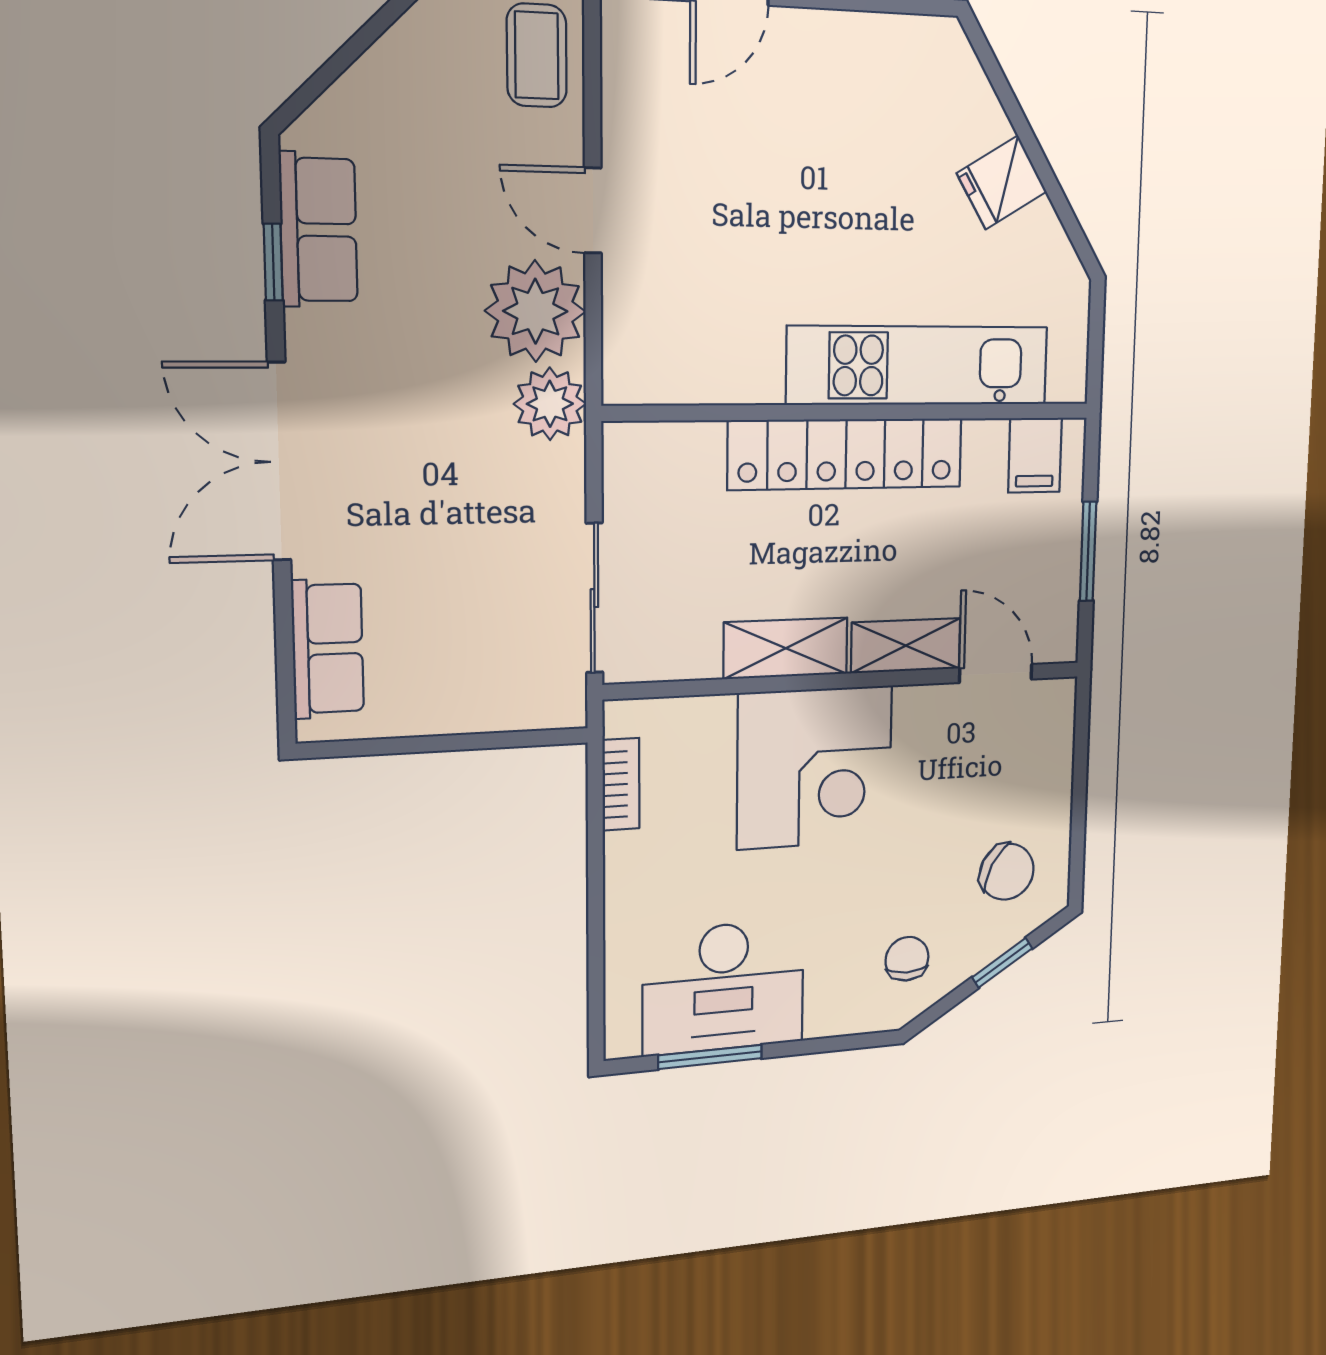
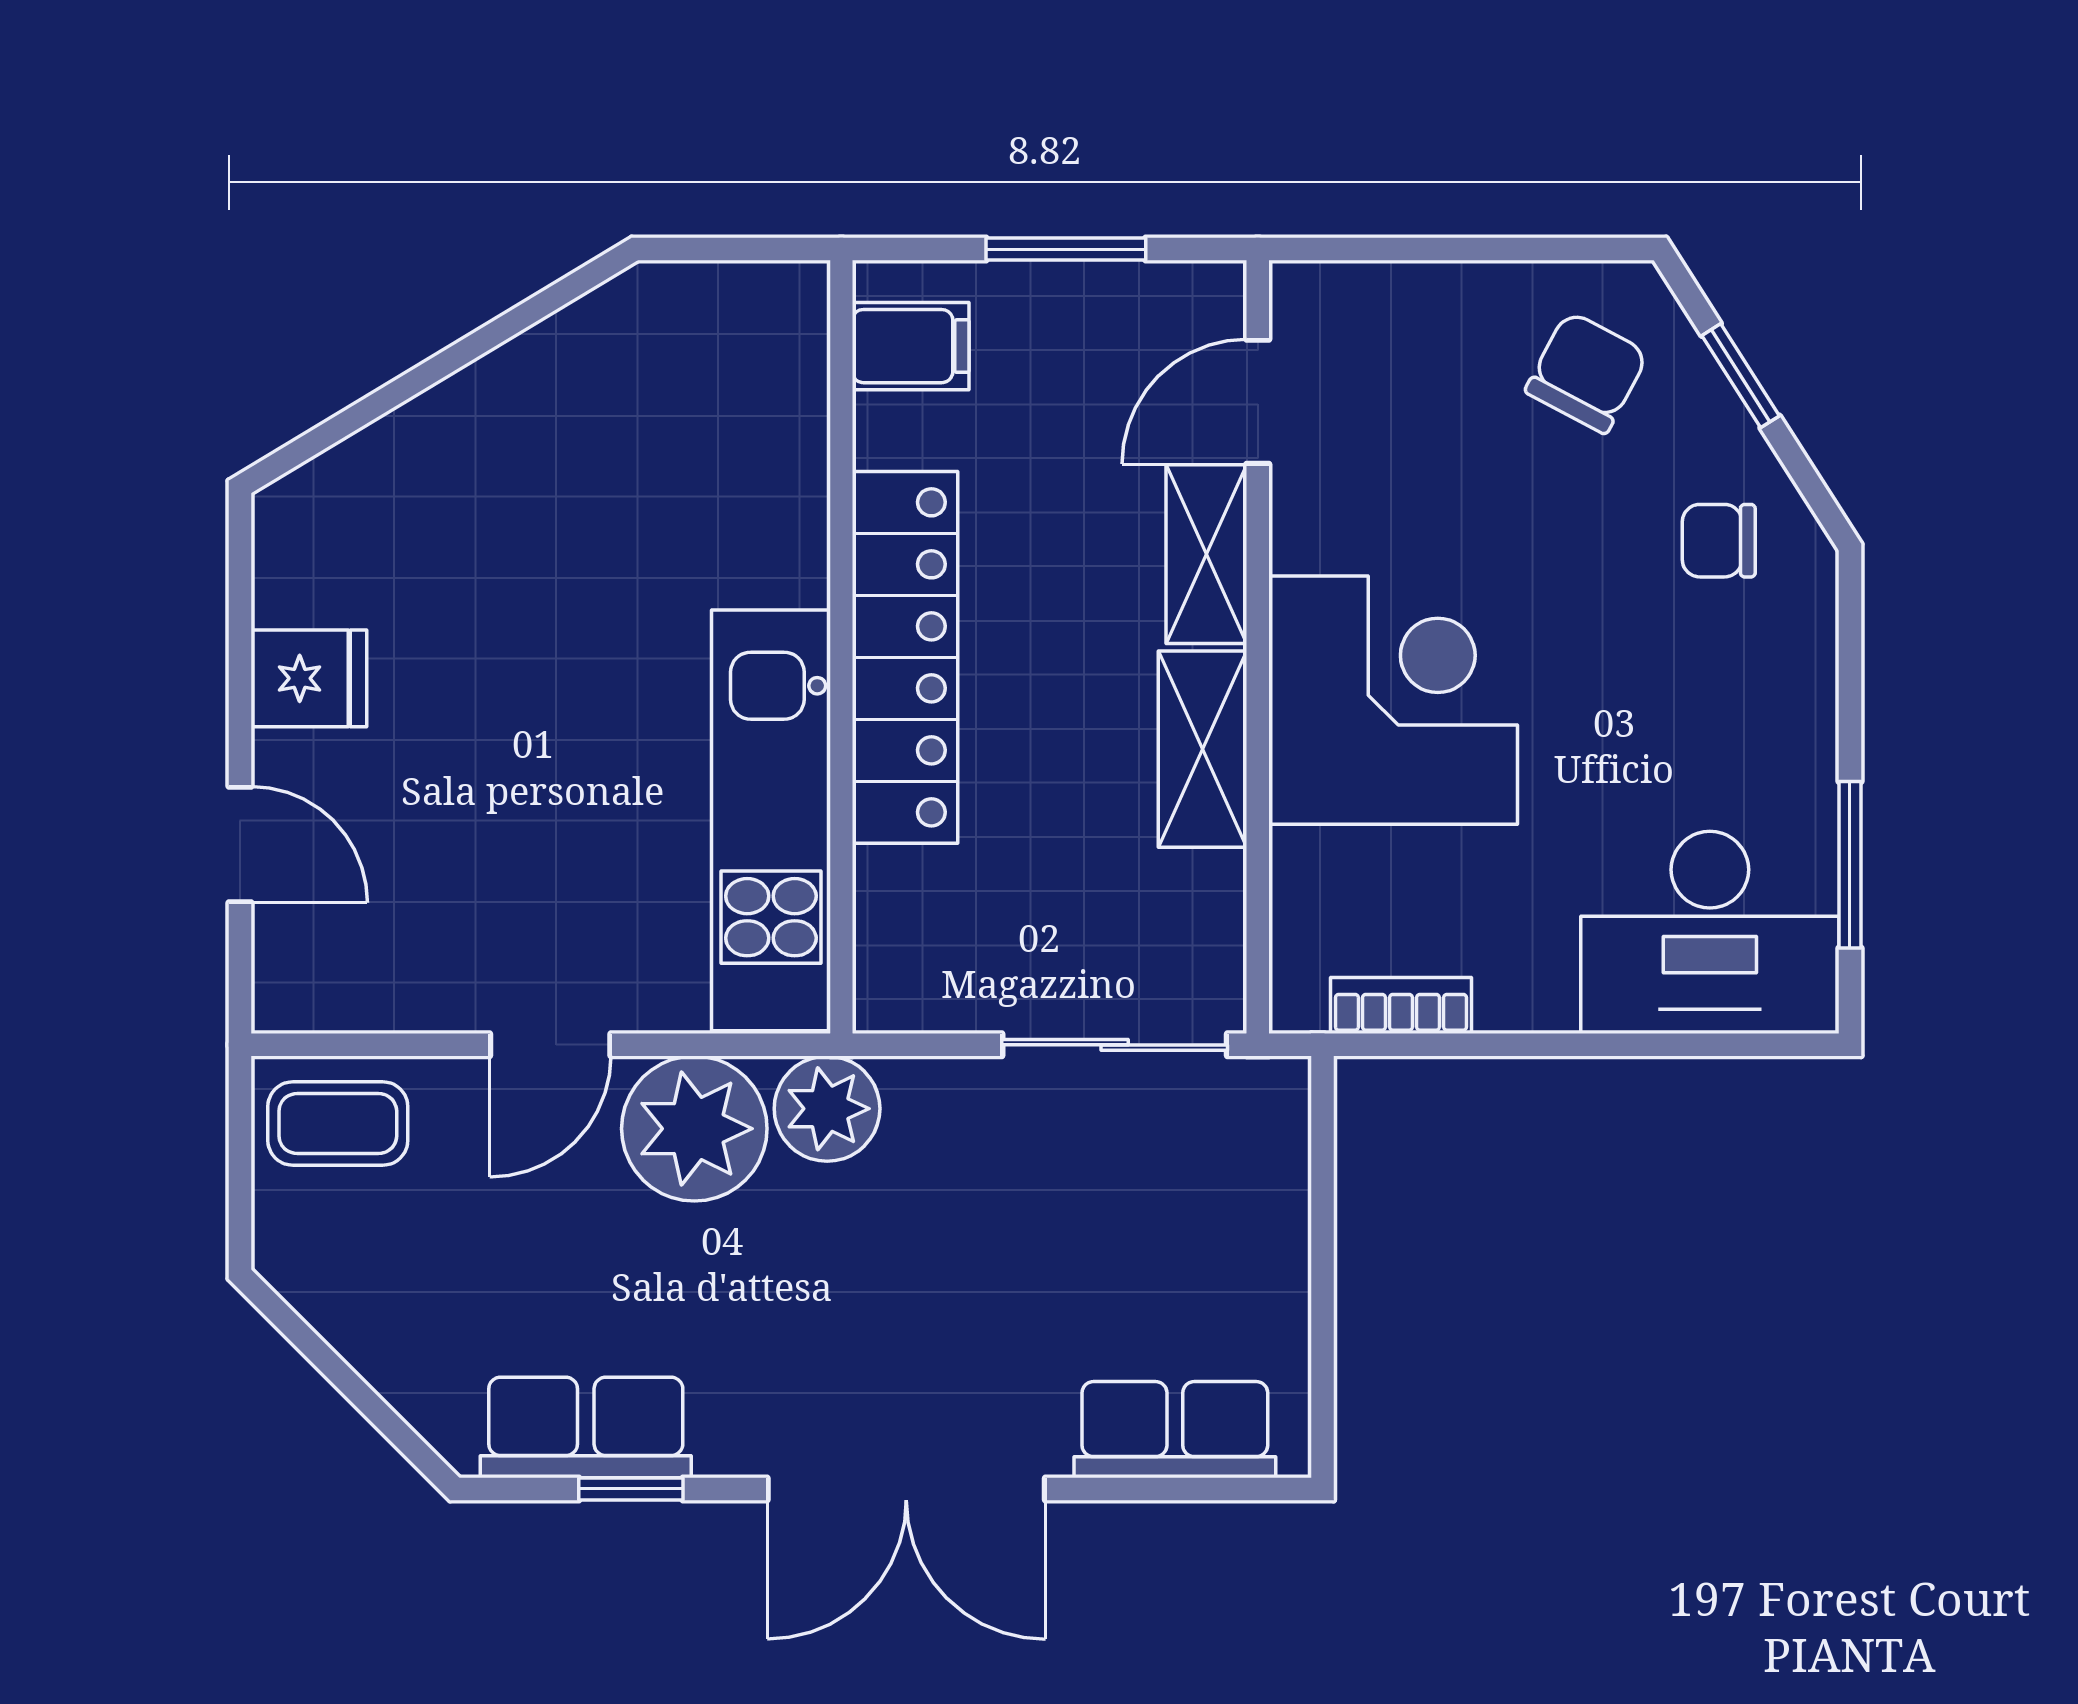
fridge: (1002, 182) -> (309, 678), moved, turned -59
kitchen unit: (919, 366) -> (771, 820), moved
desk: (724, 987) -> (1710, 932), moved, turned 90

